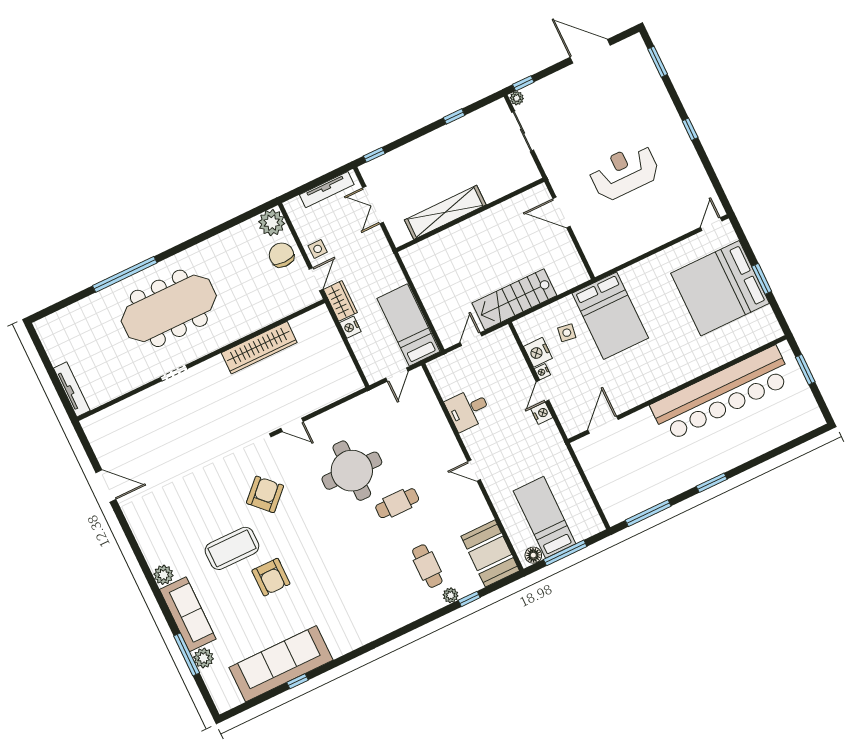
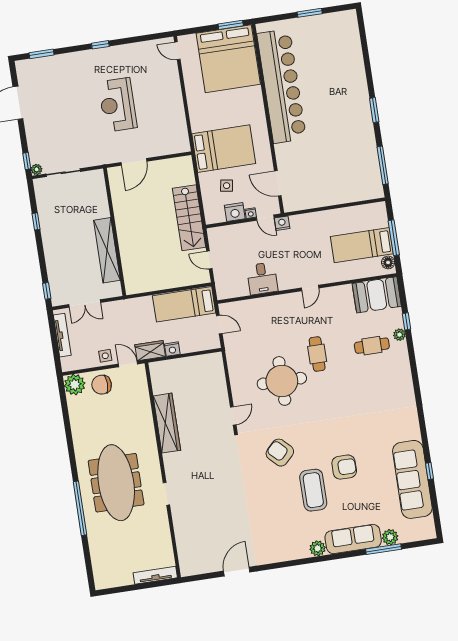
wall: (677, 389) -> (268, 119), moved
bar counter: (722, 394) -> (282, 86), moved
door: (603, 425) -> (278, 183), moved

